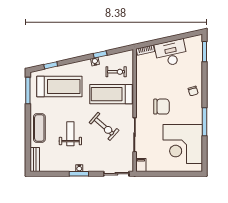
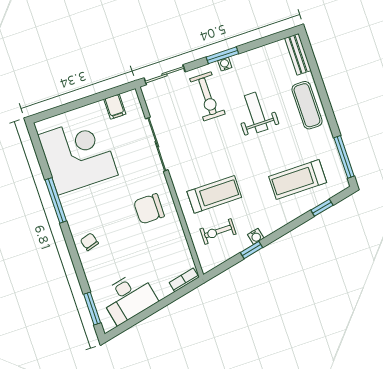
desk: (171, 53) -> (129, 298), moved
treadmill: (59, 86) -> (298, 180), width x0.73, depth x0.73
treadmill: (111, 94) -> (214, 194), width x0.73, depth x0.73
chair: (161, 107) -> (149, 209), moved
exercise bike: (104, 126) -> (207, 96), moved, turned -131
weight bench: (70, 134) -> (256, 112), turned 180
filing cabinet: (141, 165) -> (115, 107), moved

